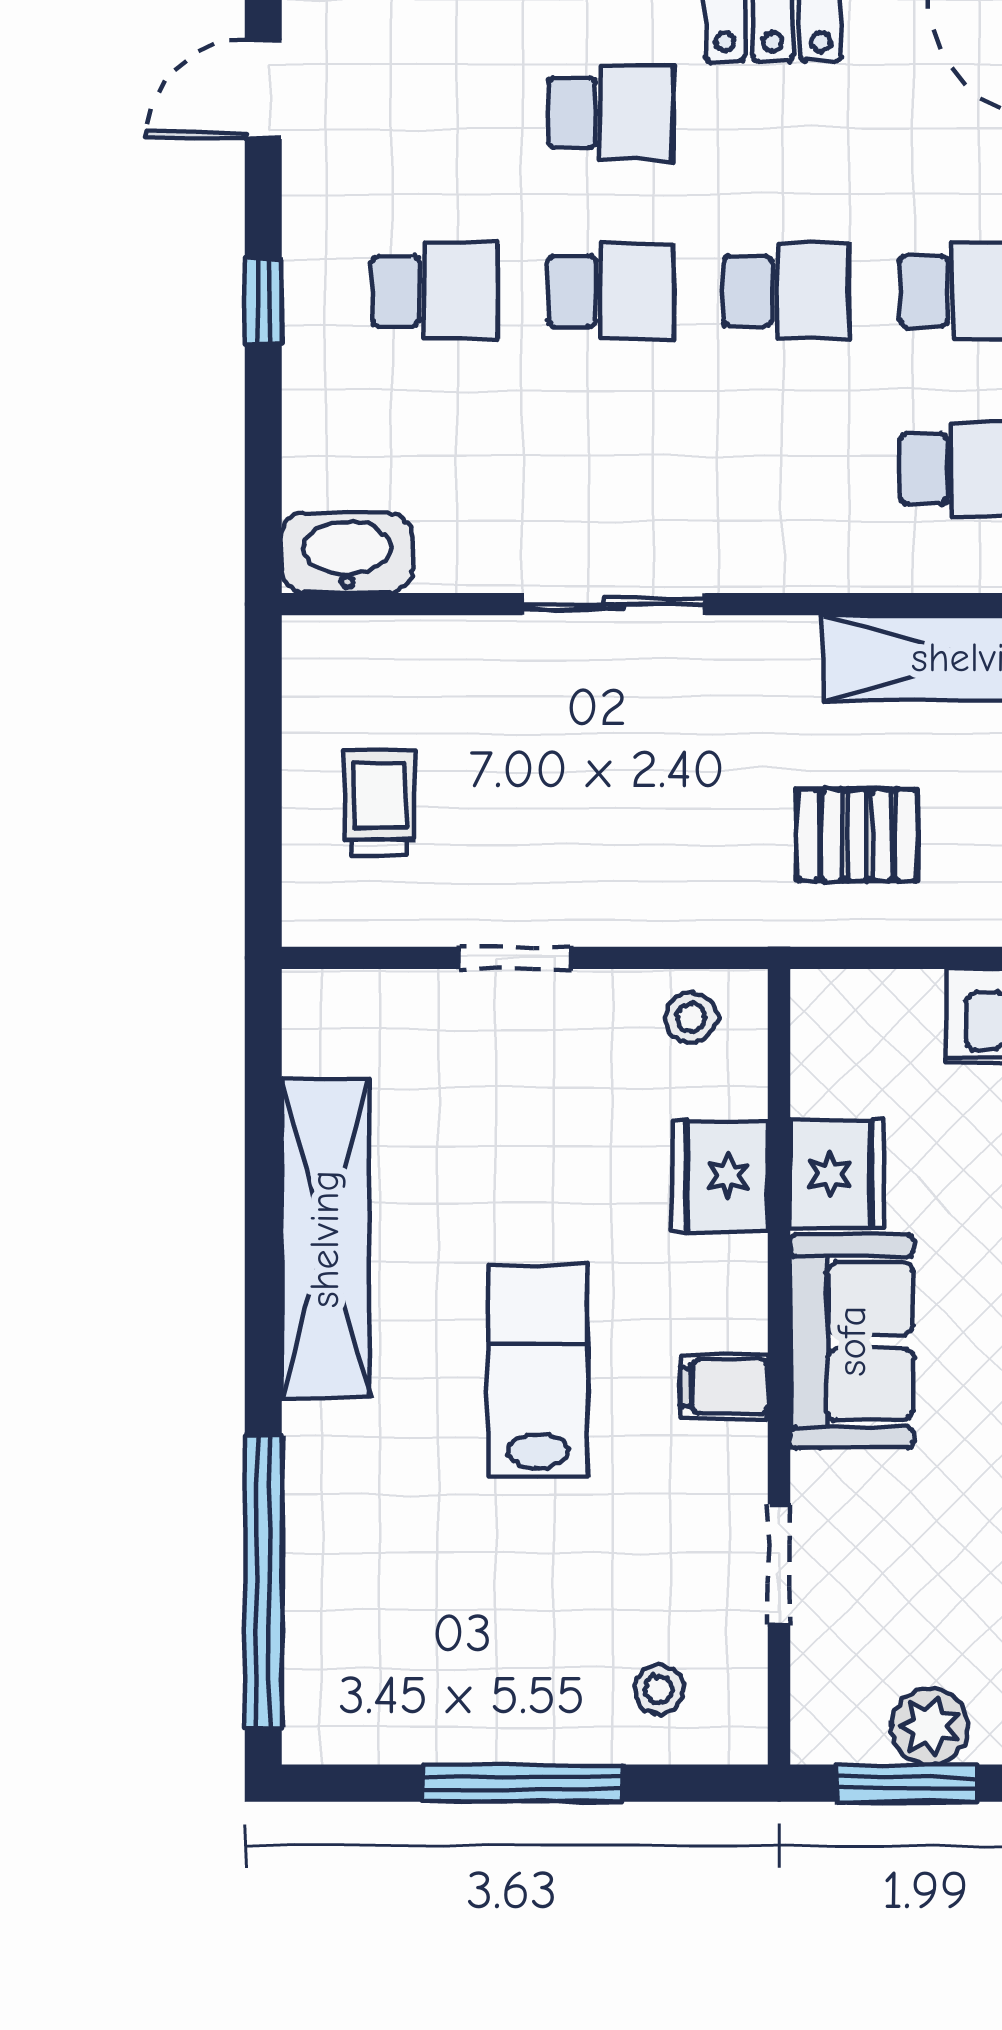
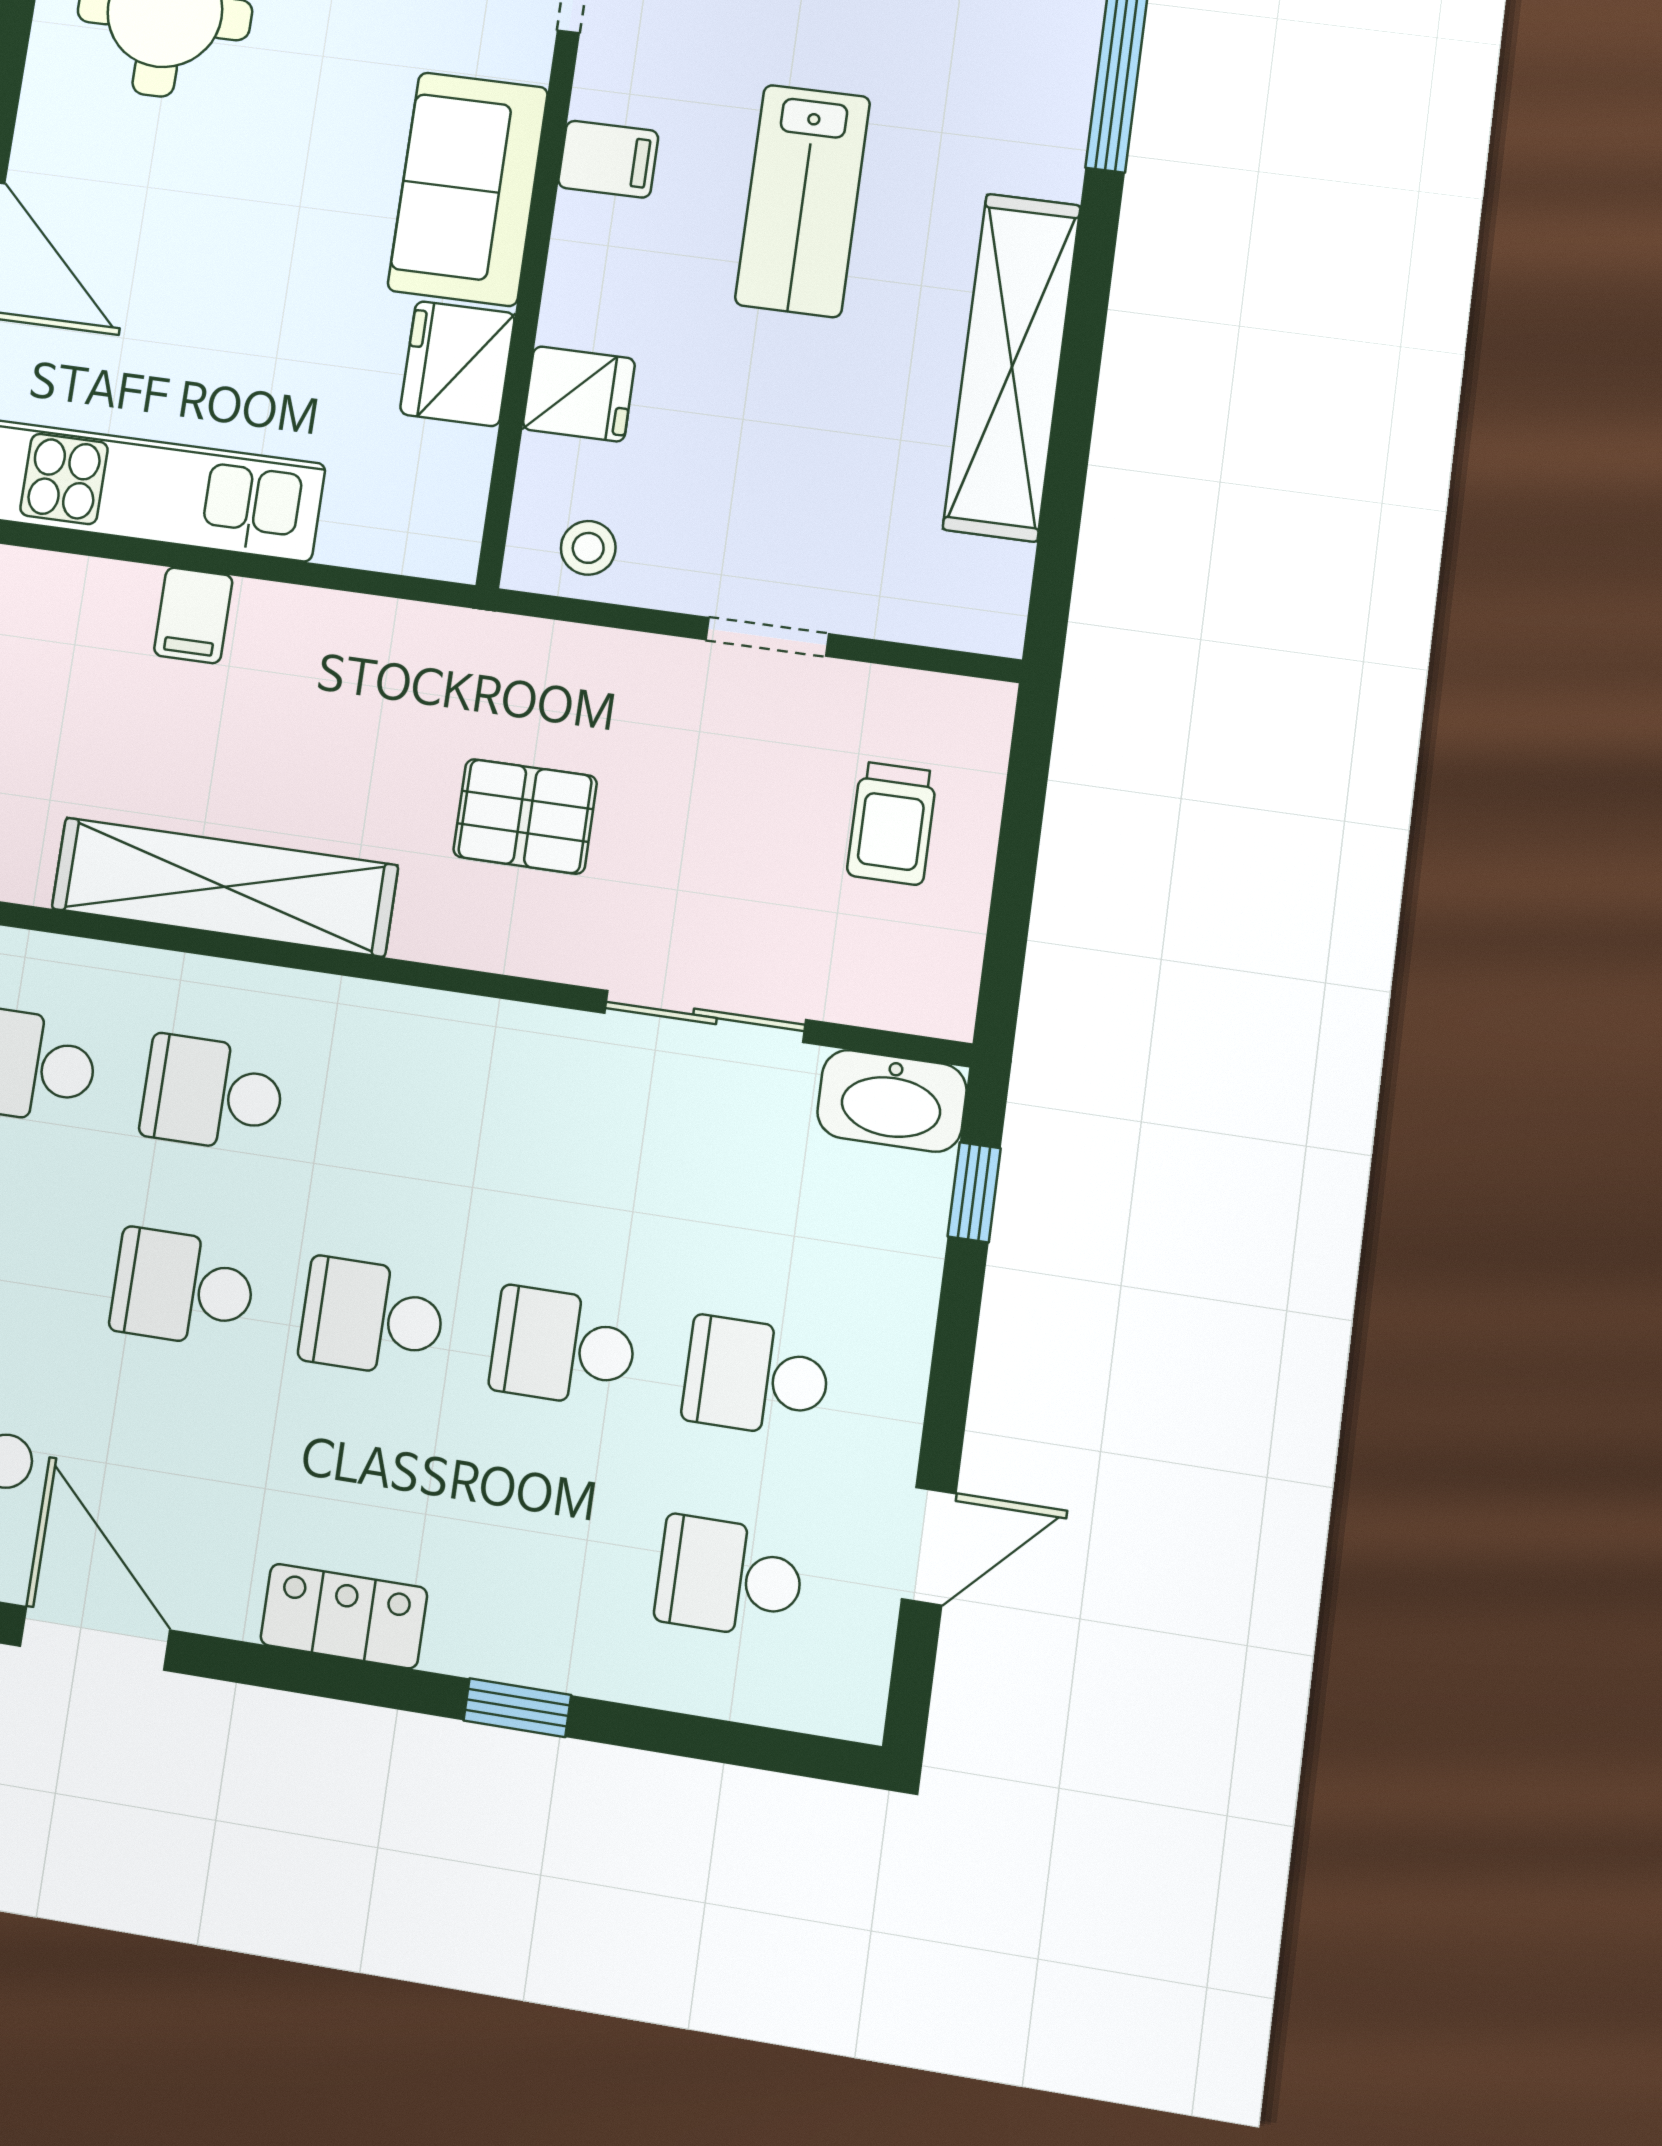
door: (263, 90) -> (929, 1546), moved
school desk: (611, 113) -> (730, 1577), moved
window: (263, 301) -> (974, 1192), moved
sliding door: (614, 604) -> (705, 1016), moved
pallet: (857, 835) -> (525, 816), moved
fridge: (720, 1176) -> (579, 394), width x0.72

